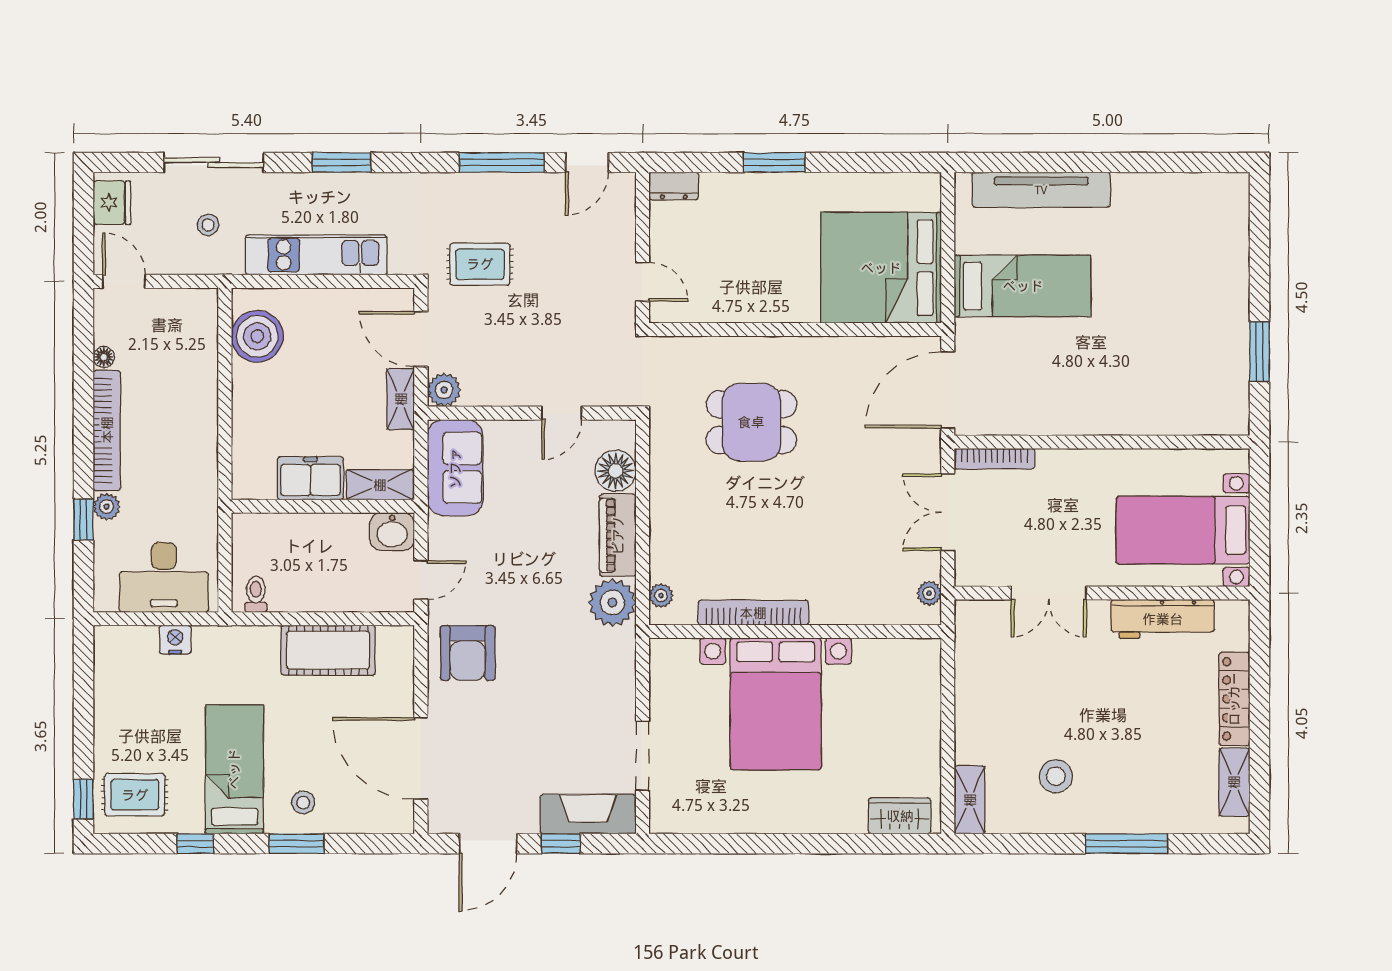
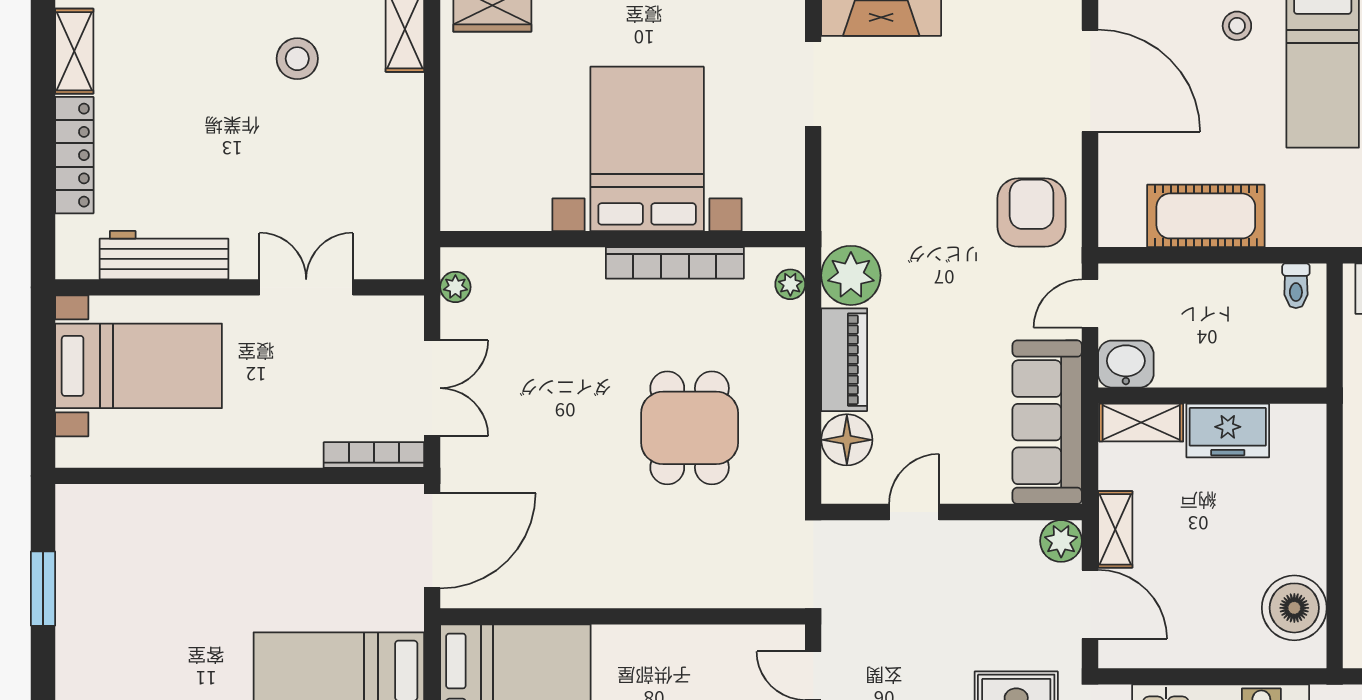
dining table: (751, 422) -> (690, 428), moved, turned 90
sofa: (455, 468) -> (1047, 422), width x1.36

